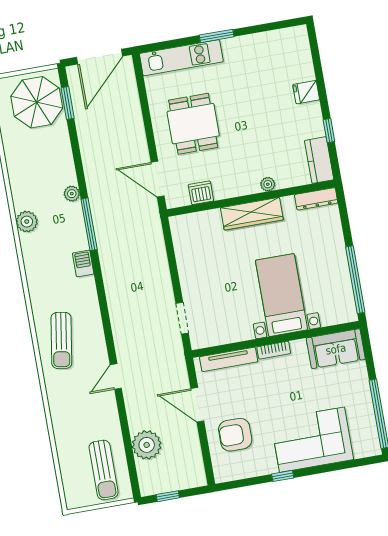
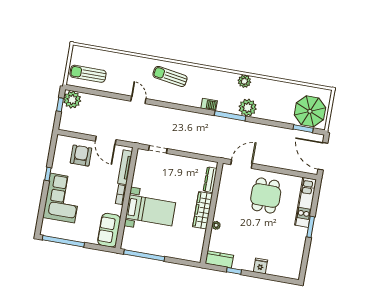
dining table: (193, 124) -> (266, 196), turned 90
dishwasher: (201, 193) -> (225, 186), removed
plant: (72, 194) -> (248, 108), width x1.88, depth x1.88
dresser: (316, 199) -> (210, 180), moved
door: (197, 405) -> (106, 140), swing flipped
plant: (147, 445) -> (72, 100), moved

